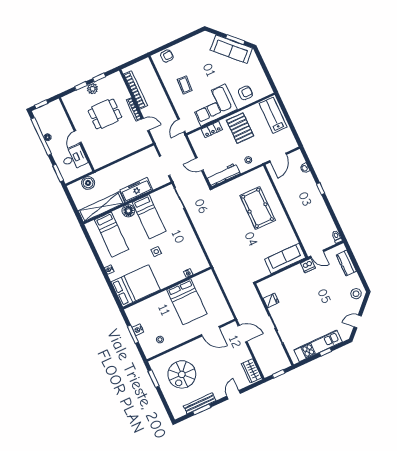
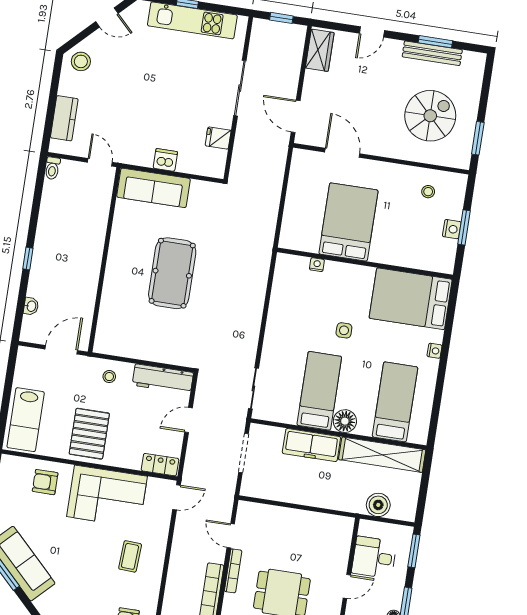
locker: (212, 129) -> (160, 465), moved
door: (199, 164) -> (188, 420), swing flipped
pool table: (258, 208) -> (172, 273), moved
dishwasher: (308, 266) -> (165, 160), moved

